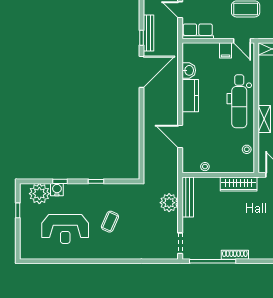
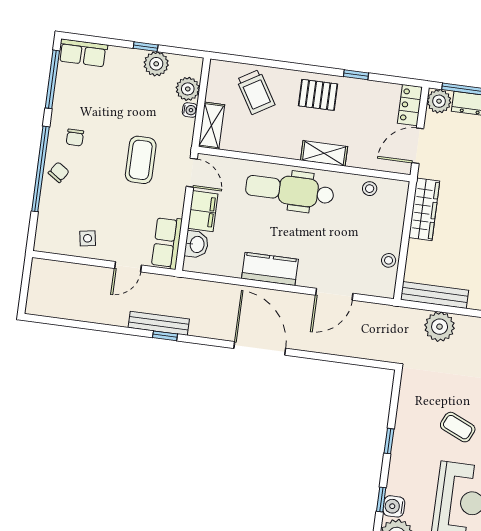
door: (242, 41) -> (192, 173), hinge flipped
filing cabinet: (226, 50) -> (203, 211), width x2.00
washbasin: (189, 70) -> (196, 244), moved, turned 90
door: (141, 72) -> (260, 348), moved
dental chair: (239, 101) -> (290, 190), turned 180

